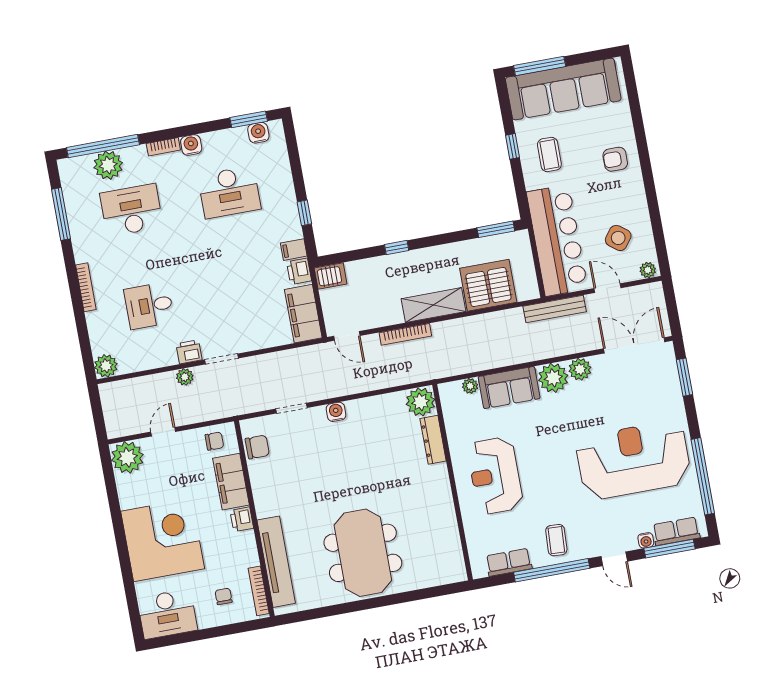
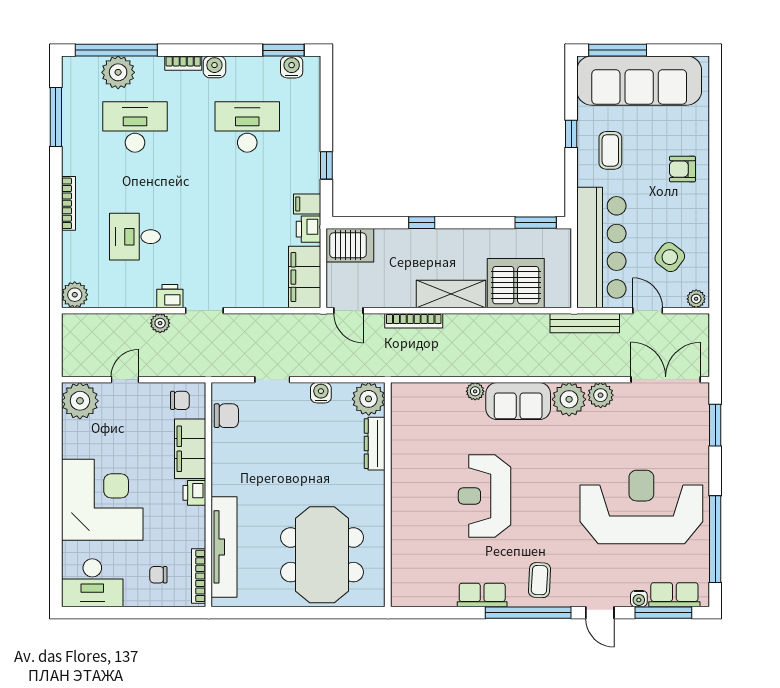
desk: (229, 192) -> (247, 127), turned 180
server rack: (331, 276) -> (350, 245), width x1.36, depth x1.44
plant: (421, 402) -> (369, 399), moved
dresser: (433, 440) -> (375, 444), moved
wall: (453, 482) -> (388, 495), moved
chair: (224, 596) -> (158, 575), turned -90

